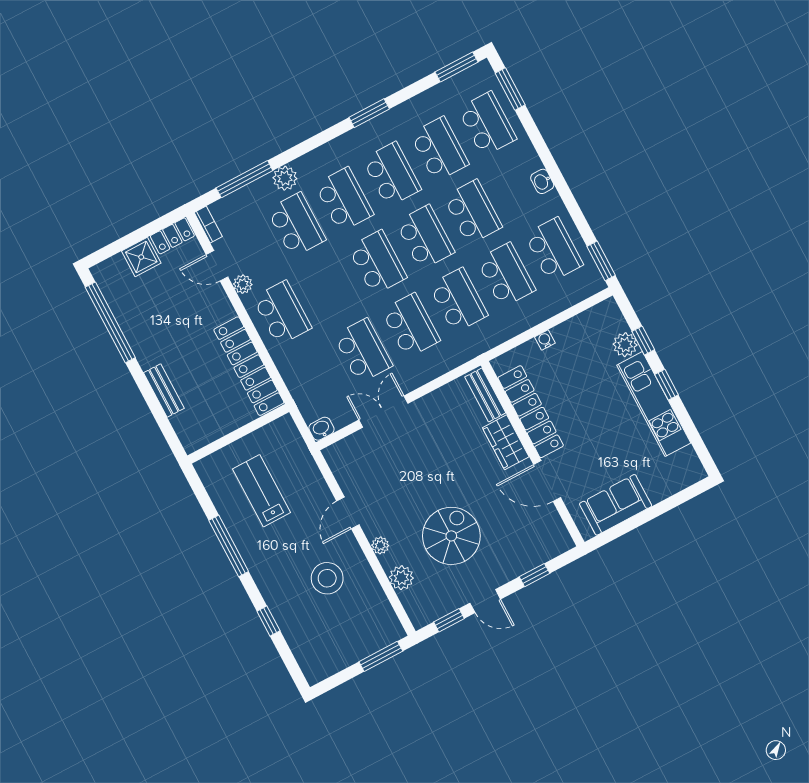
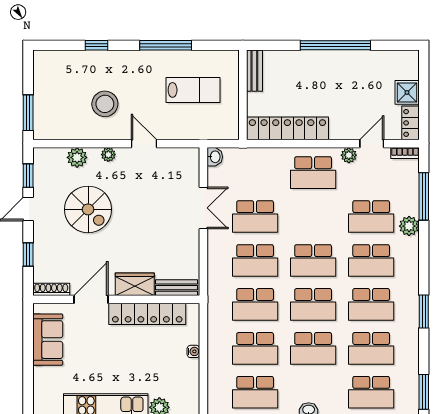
window: (110, 322) -> (335, 45), moved
bench: (164, 391) -> (254, 71), moved, turned 90
shoe rack: (559, 530) -> (51, 289), added

